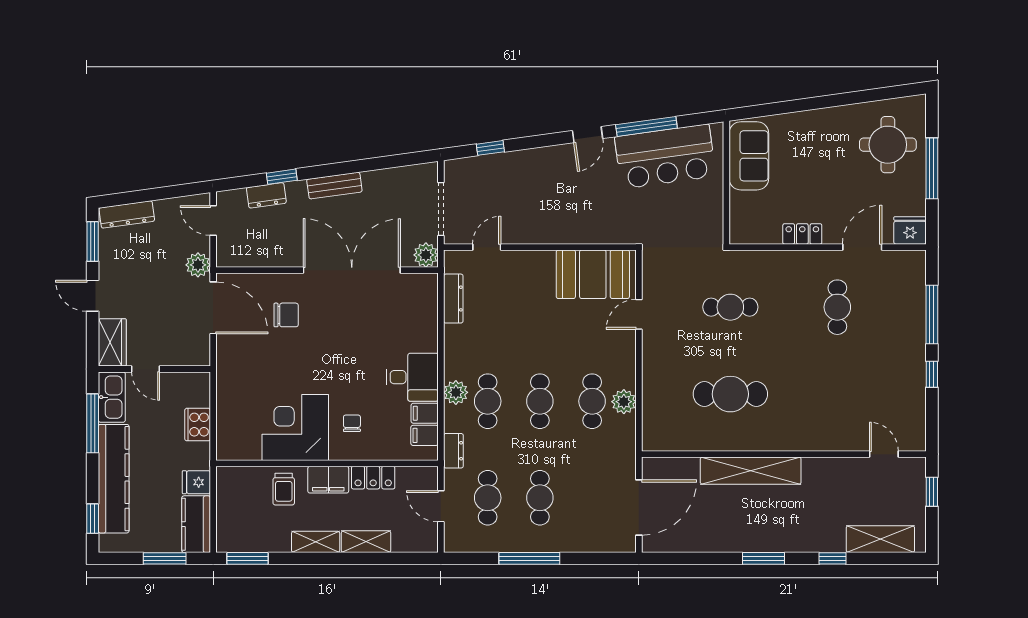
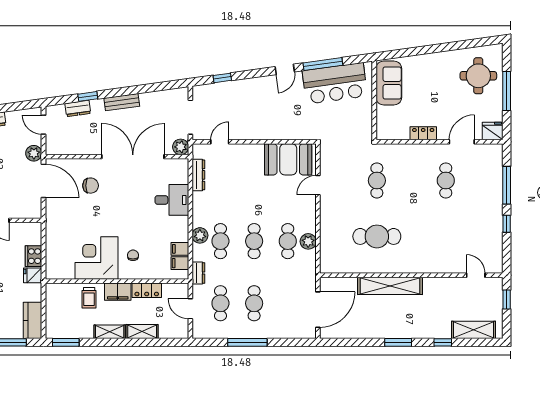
cafe table: (730, 307) -> (377, 181), turned 90
desk: (412, 377) -> (172, 200), moved
fridge: (196, 482) -> (33, 275), moved

